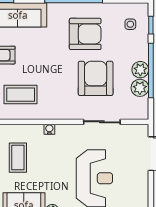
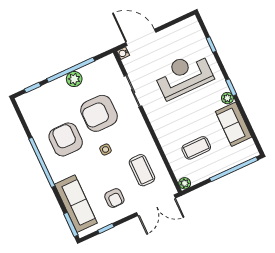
side table: (130, 24) -> (105, 149), moved
plant: (140, 88) -> (90, 72), removed
water cooler: (49, 129) -> (123, 53), moved

